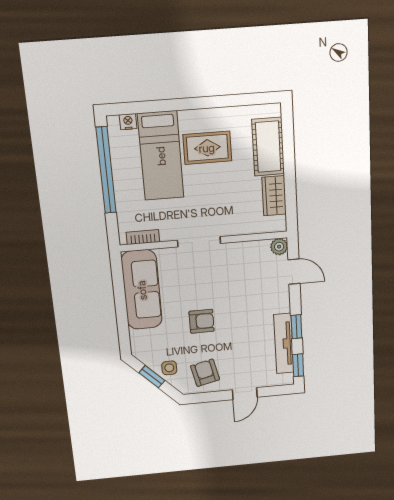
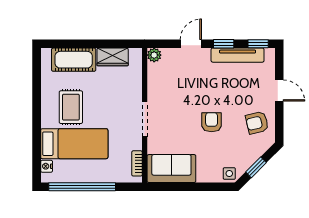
door: (294, 272) -> (191, 44), moved
sofa: (142, 290) -> (171, 169), width x0.73
side table: (169, 368) -> (229, 173), moved

